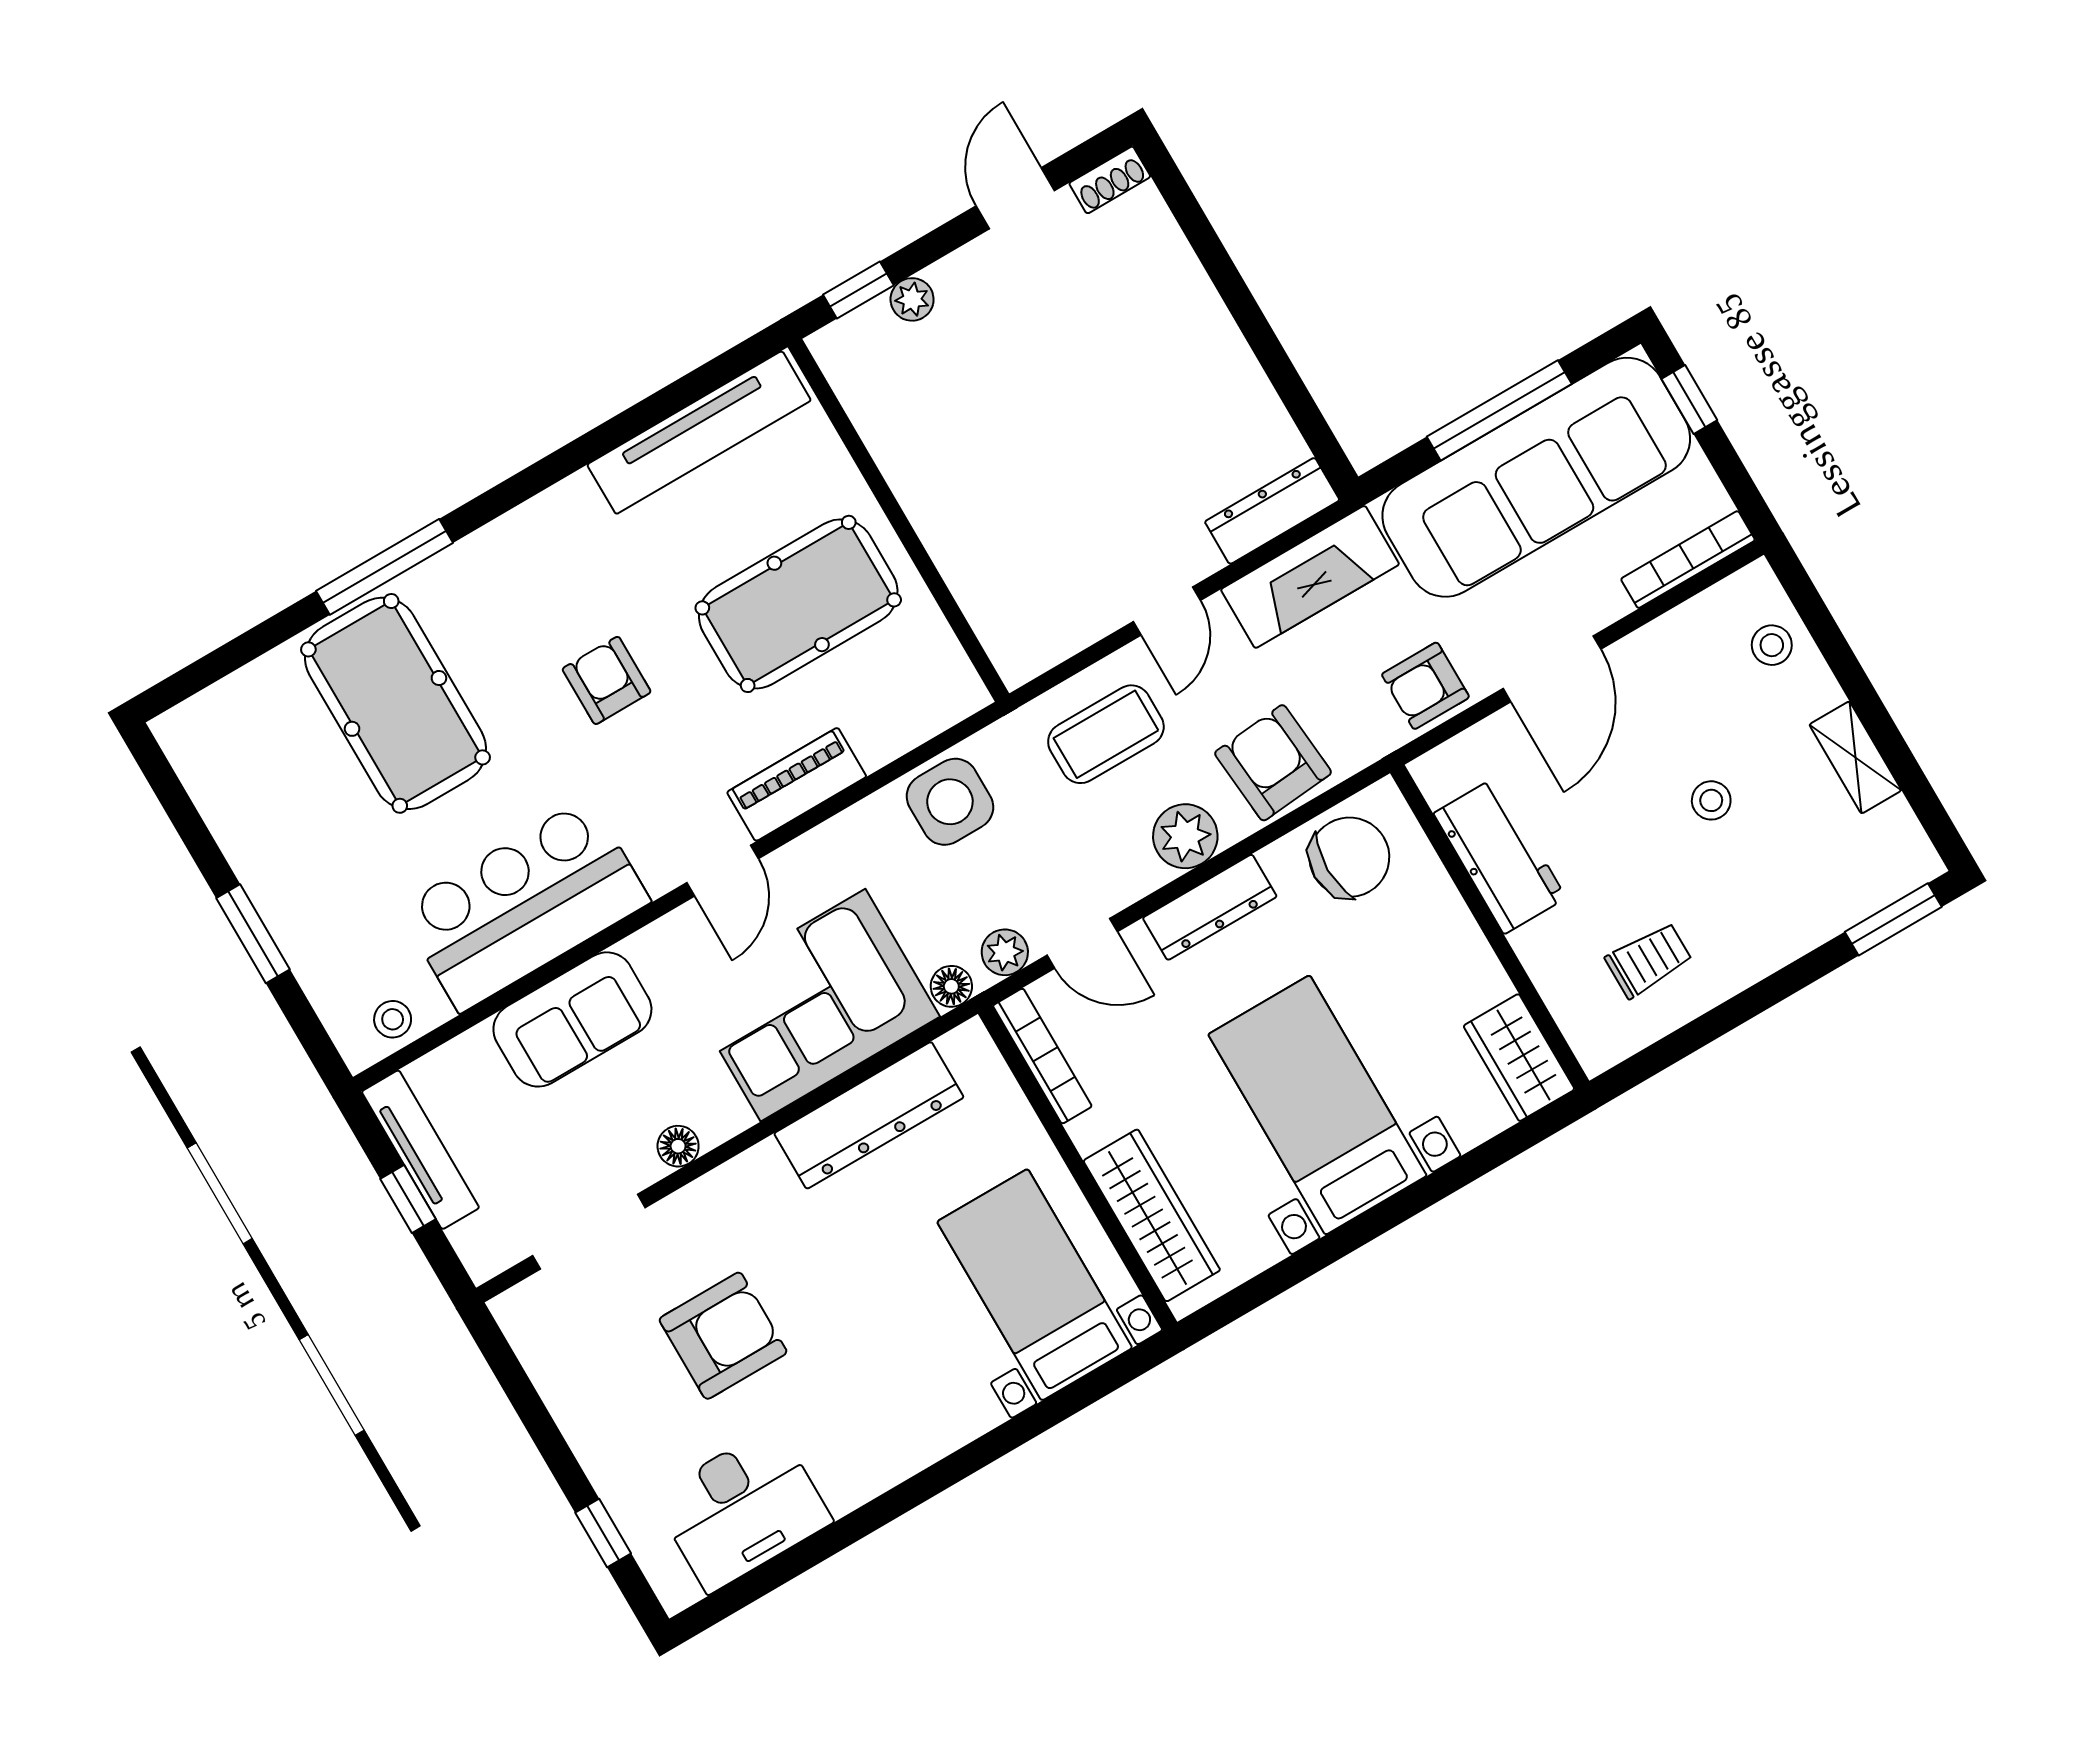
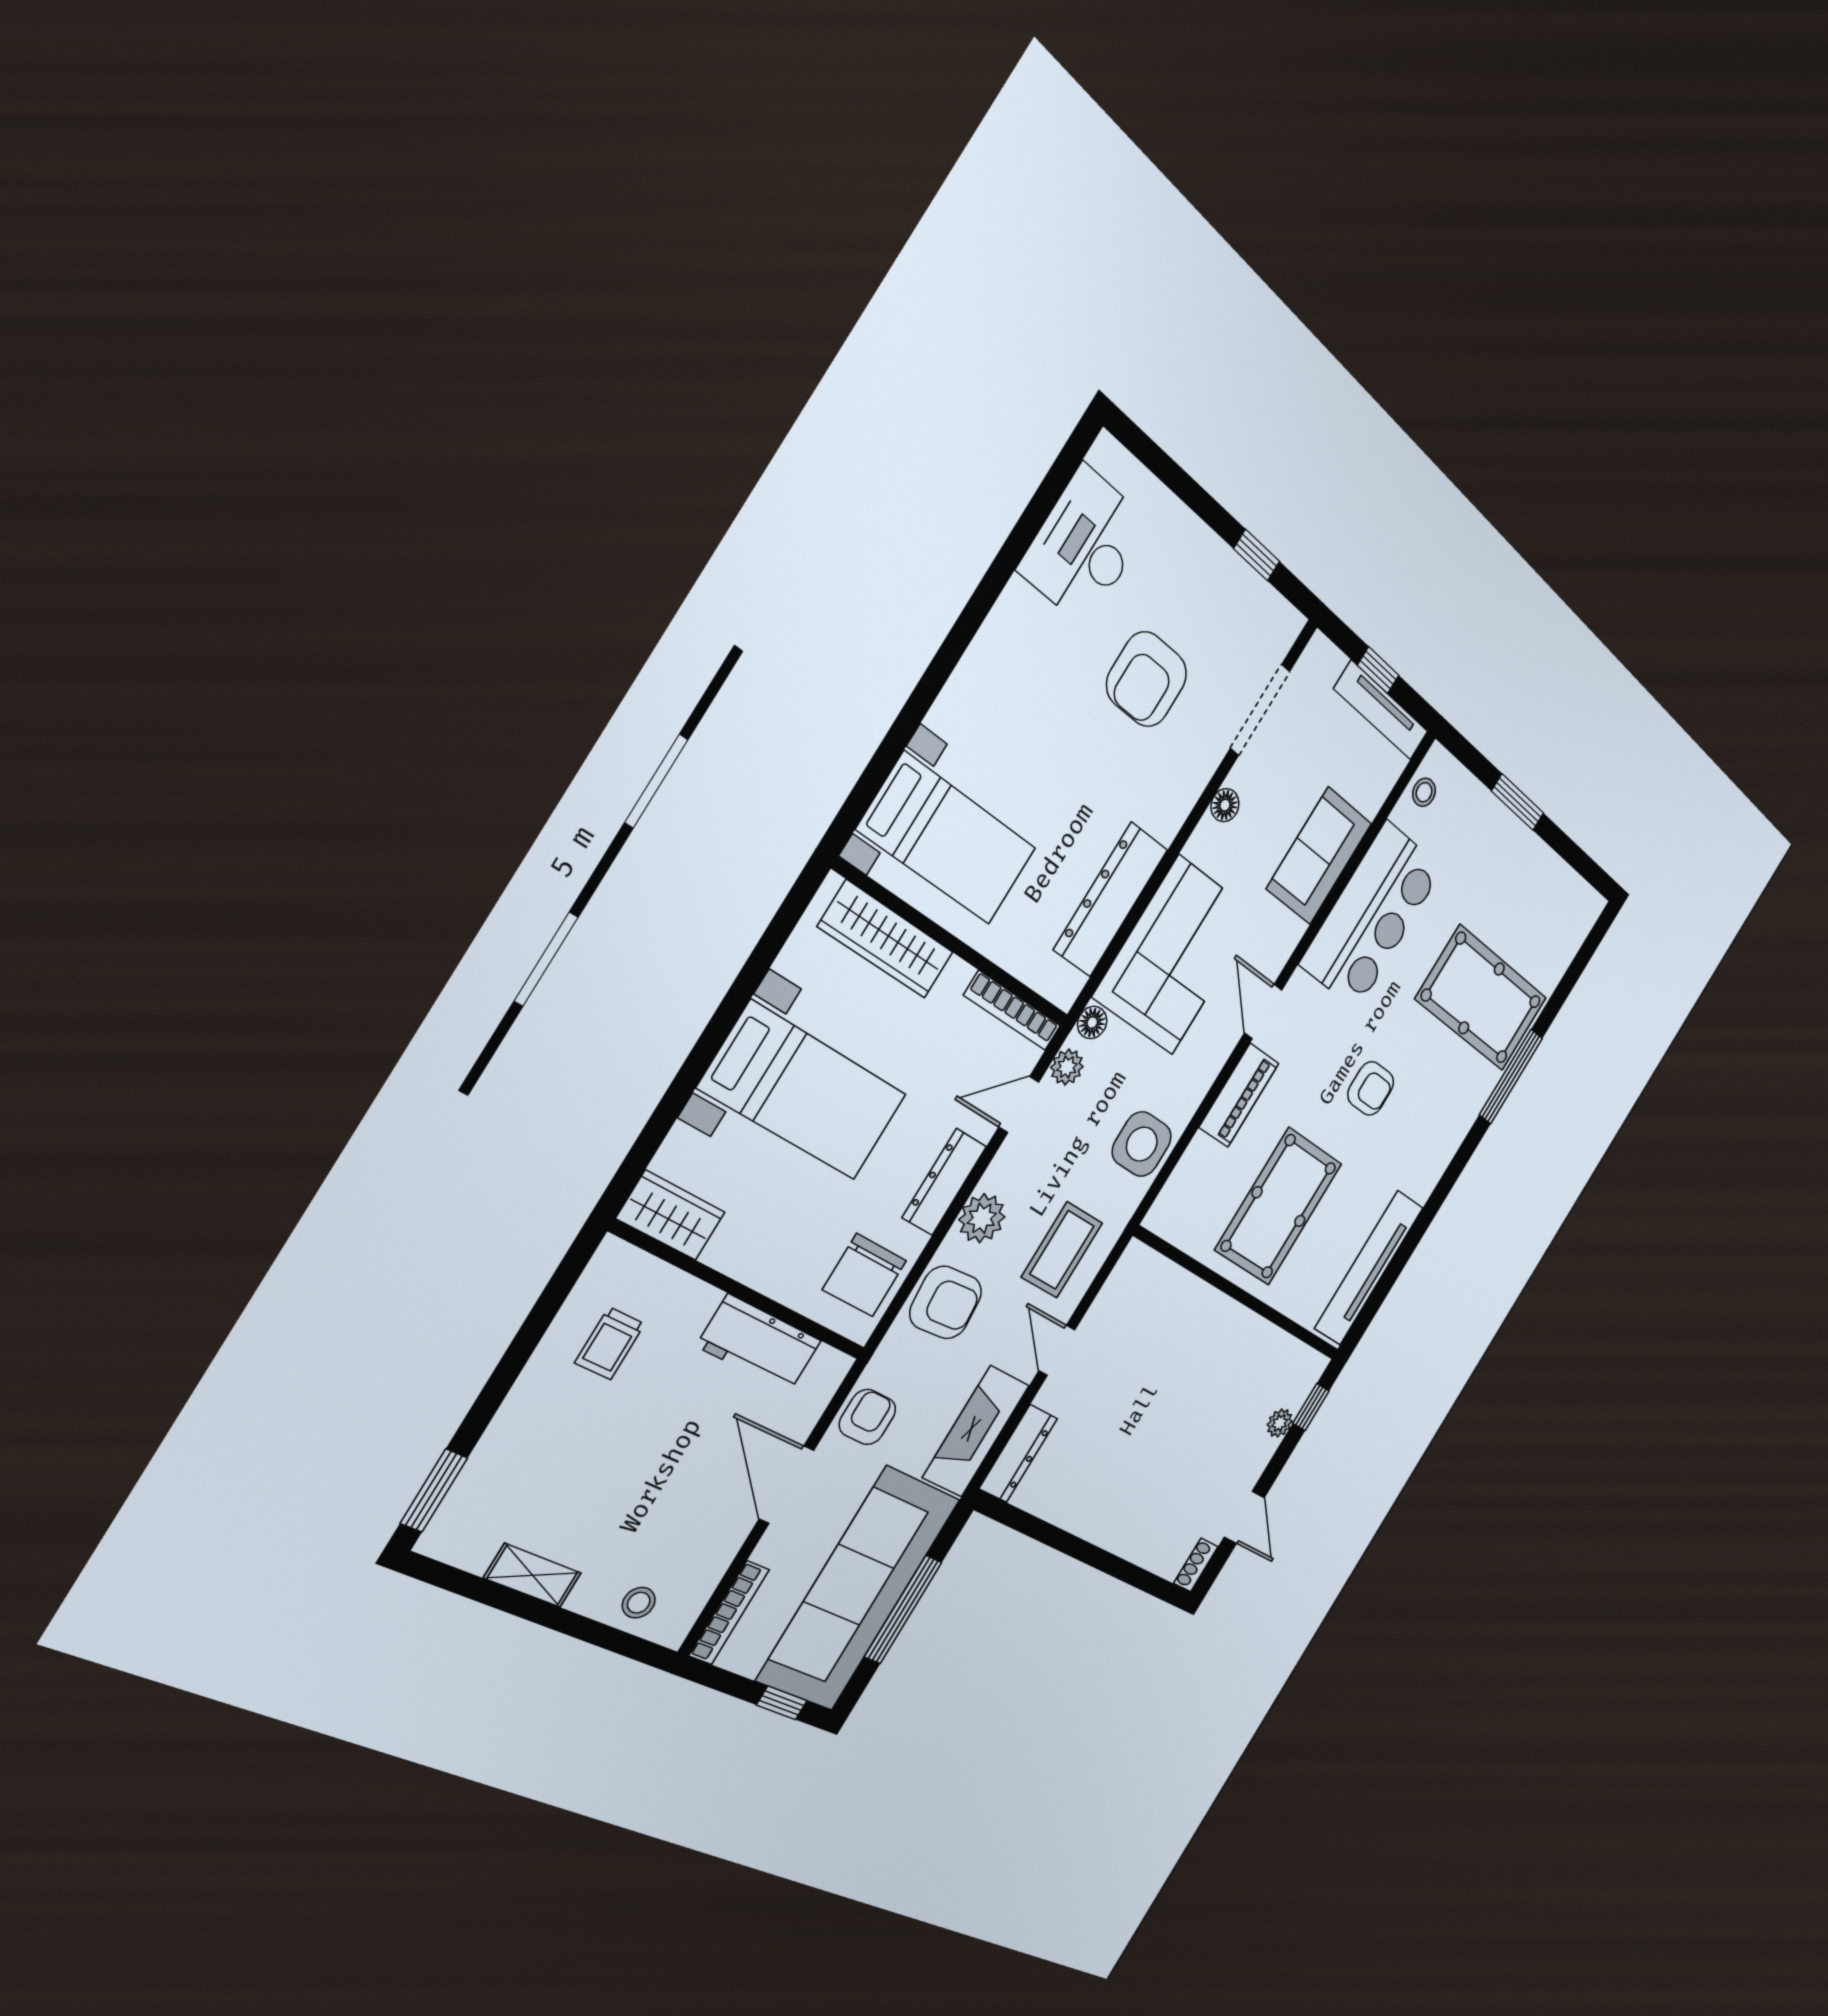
stool: (1711, 800) -> (625, 1478), removed
window: (603, 1533) -> (1257, 555), moved

